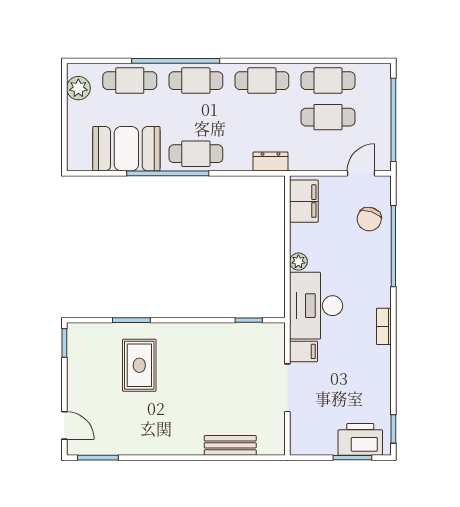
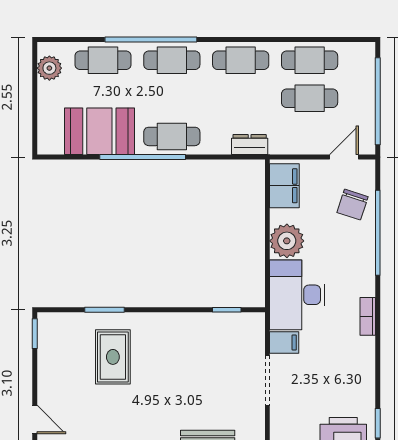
plant: (298, 262) -> (287, 241), width x1.87, depth x1.87

